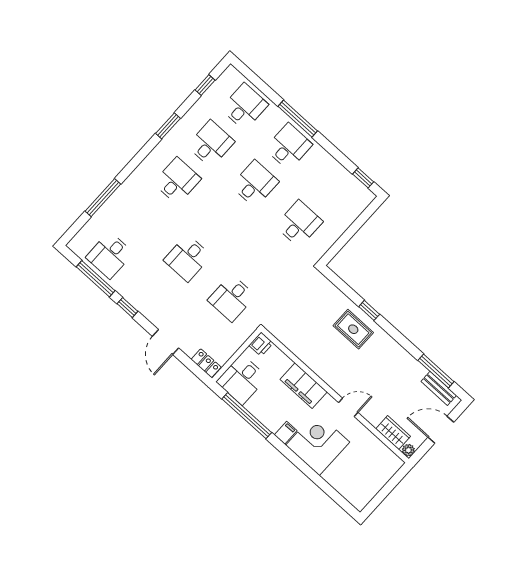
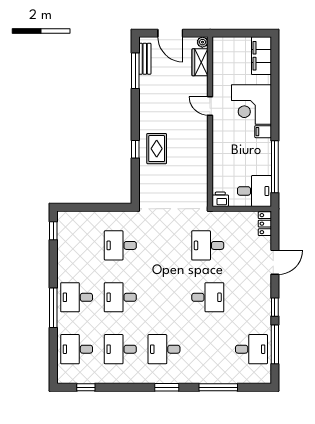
window: (168, 126) -> (167, 387), moved
desk: (232, 298) -> (208, 245), turned 180
filing cabinet: (304, 386) -> (261, 56), moved, turned 180

